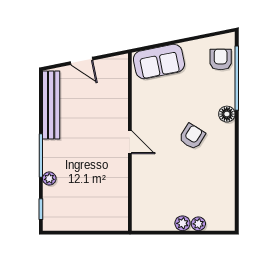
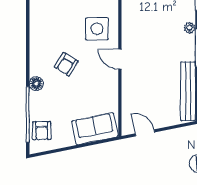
door: (81, 61) -> (145, 133), moved
side table: (157, 178) -> (97, 29), added

